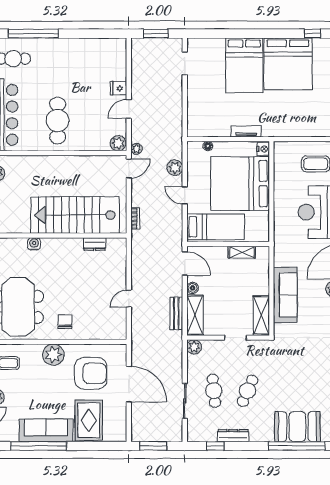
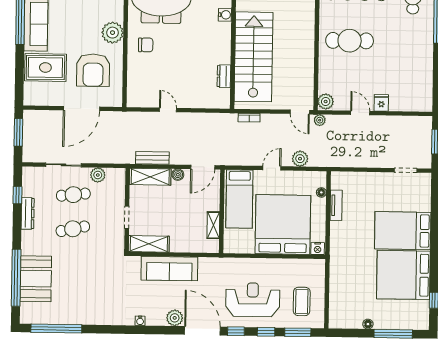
tv unit: (246, 131) -> (336, 205), moved
plant: (194, 347) -> (98, 175), moved
cafe table: (248, 391) -> (73, 229), turned -36

